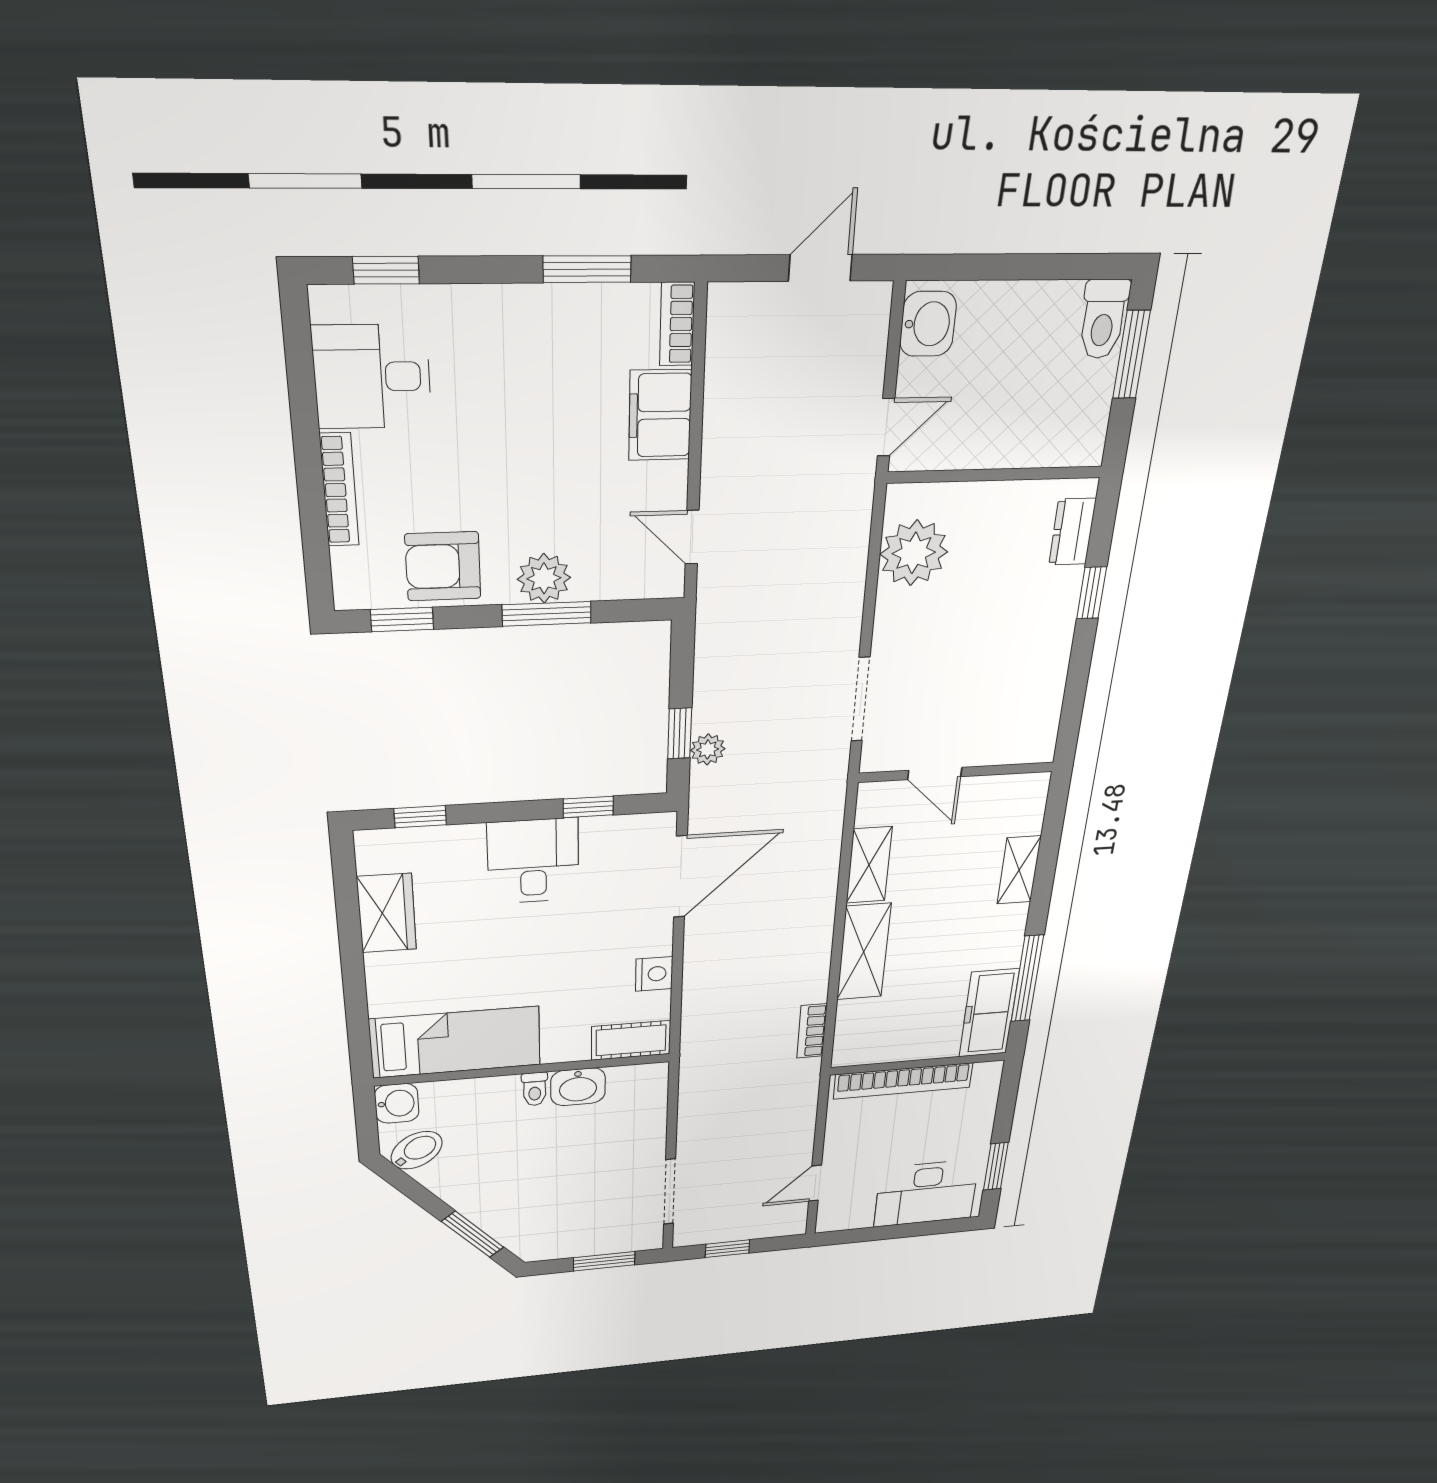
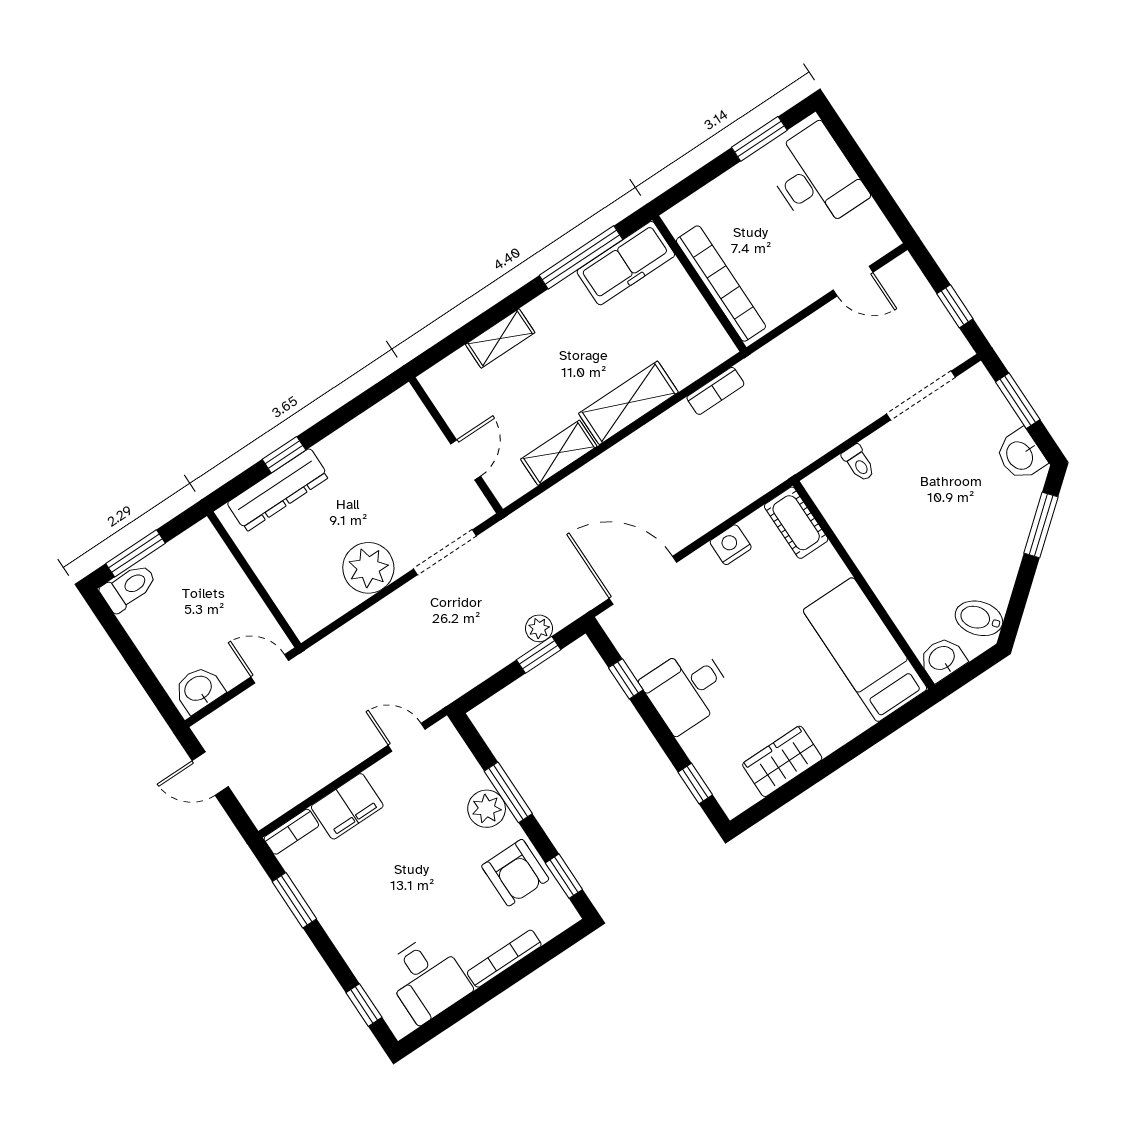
dresser: (1072, 532) -> (278, 490), width x1.96, depth x1.24
door: (692, 537) -> (407, 737), swing flipped
plant: (914, 553) -> (368, 568), moved
washbasin: (578, 1087) -> (1021, 455), moved, turned 180
toilet: (535, 1089) -> (859, 463), moved, turned 90

